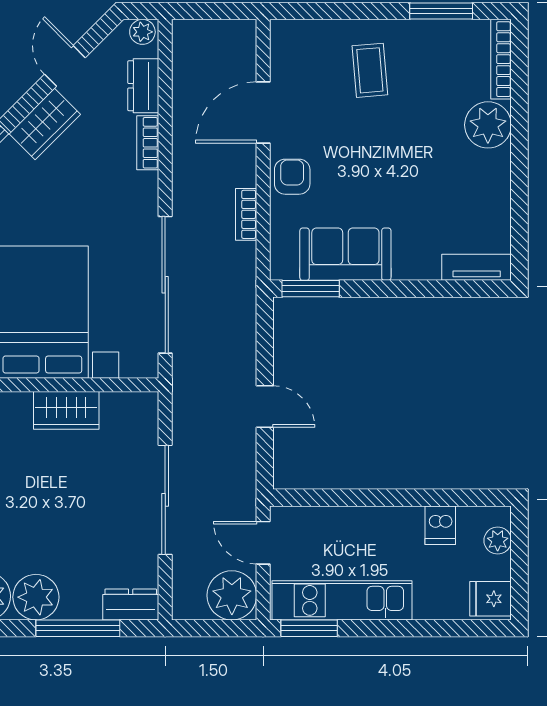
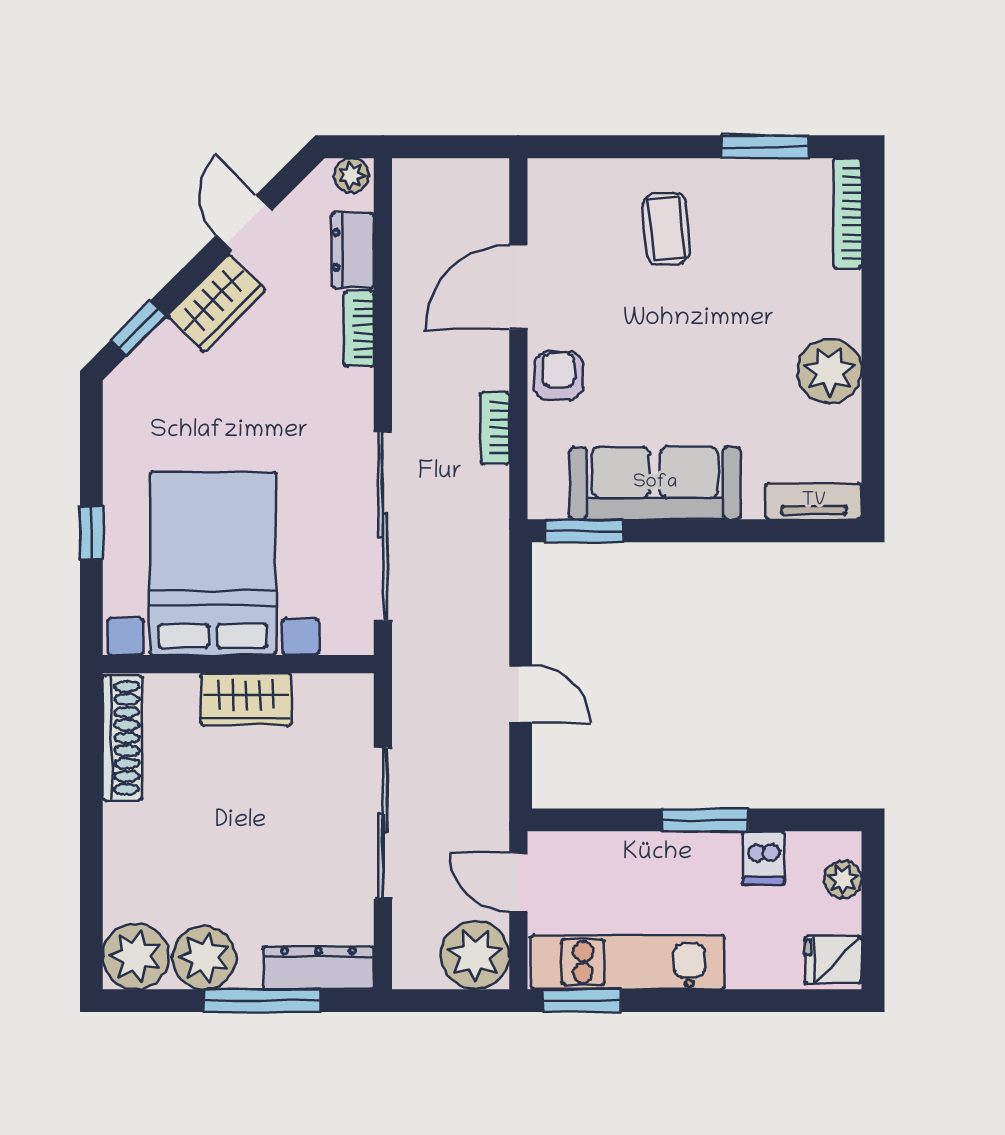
plant: (488, 125) -> (830, 371), moved
sofa: (345, 254) -> (655, 483), width x1.36
window: (398, 498) -> (705, 820), added
dresser: (131, 604) -> (318, 968), width x1.44

